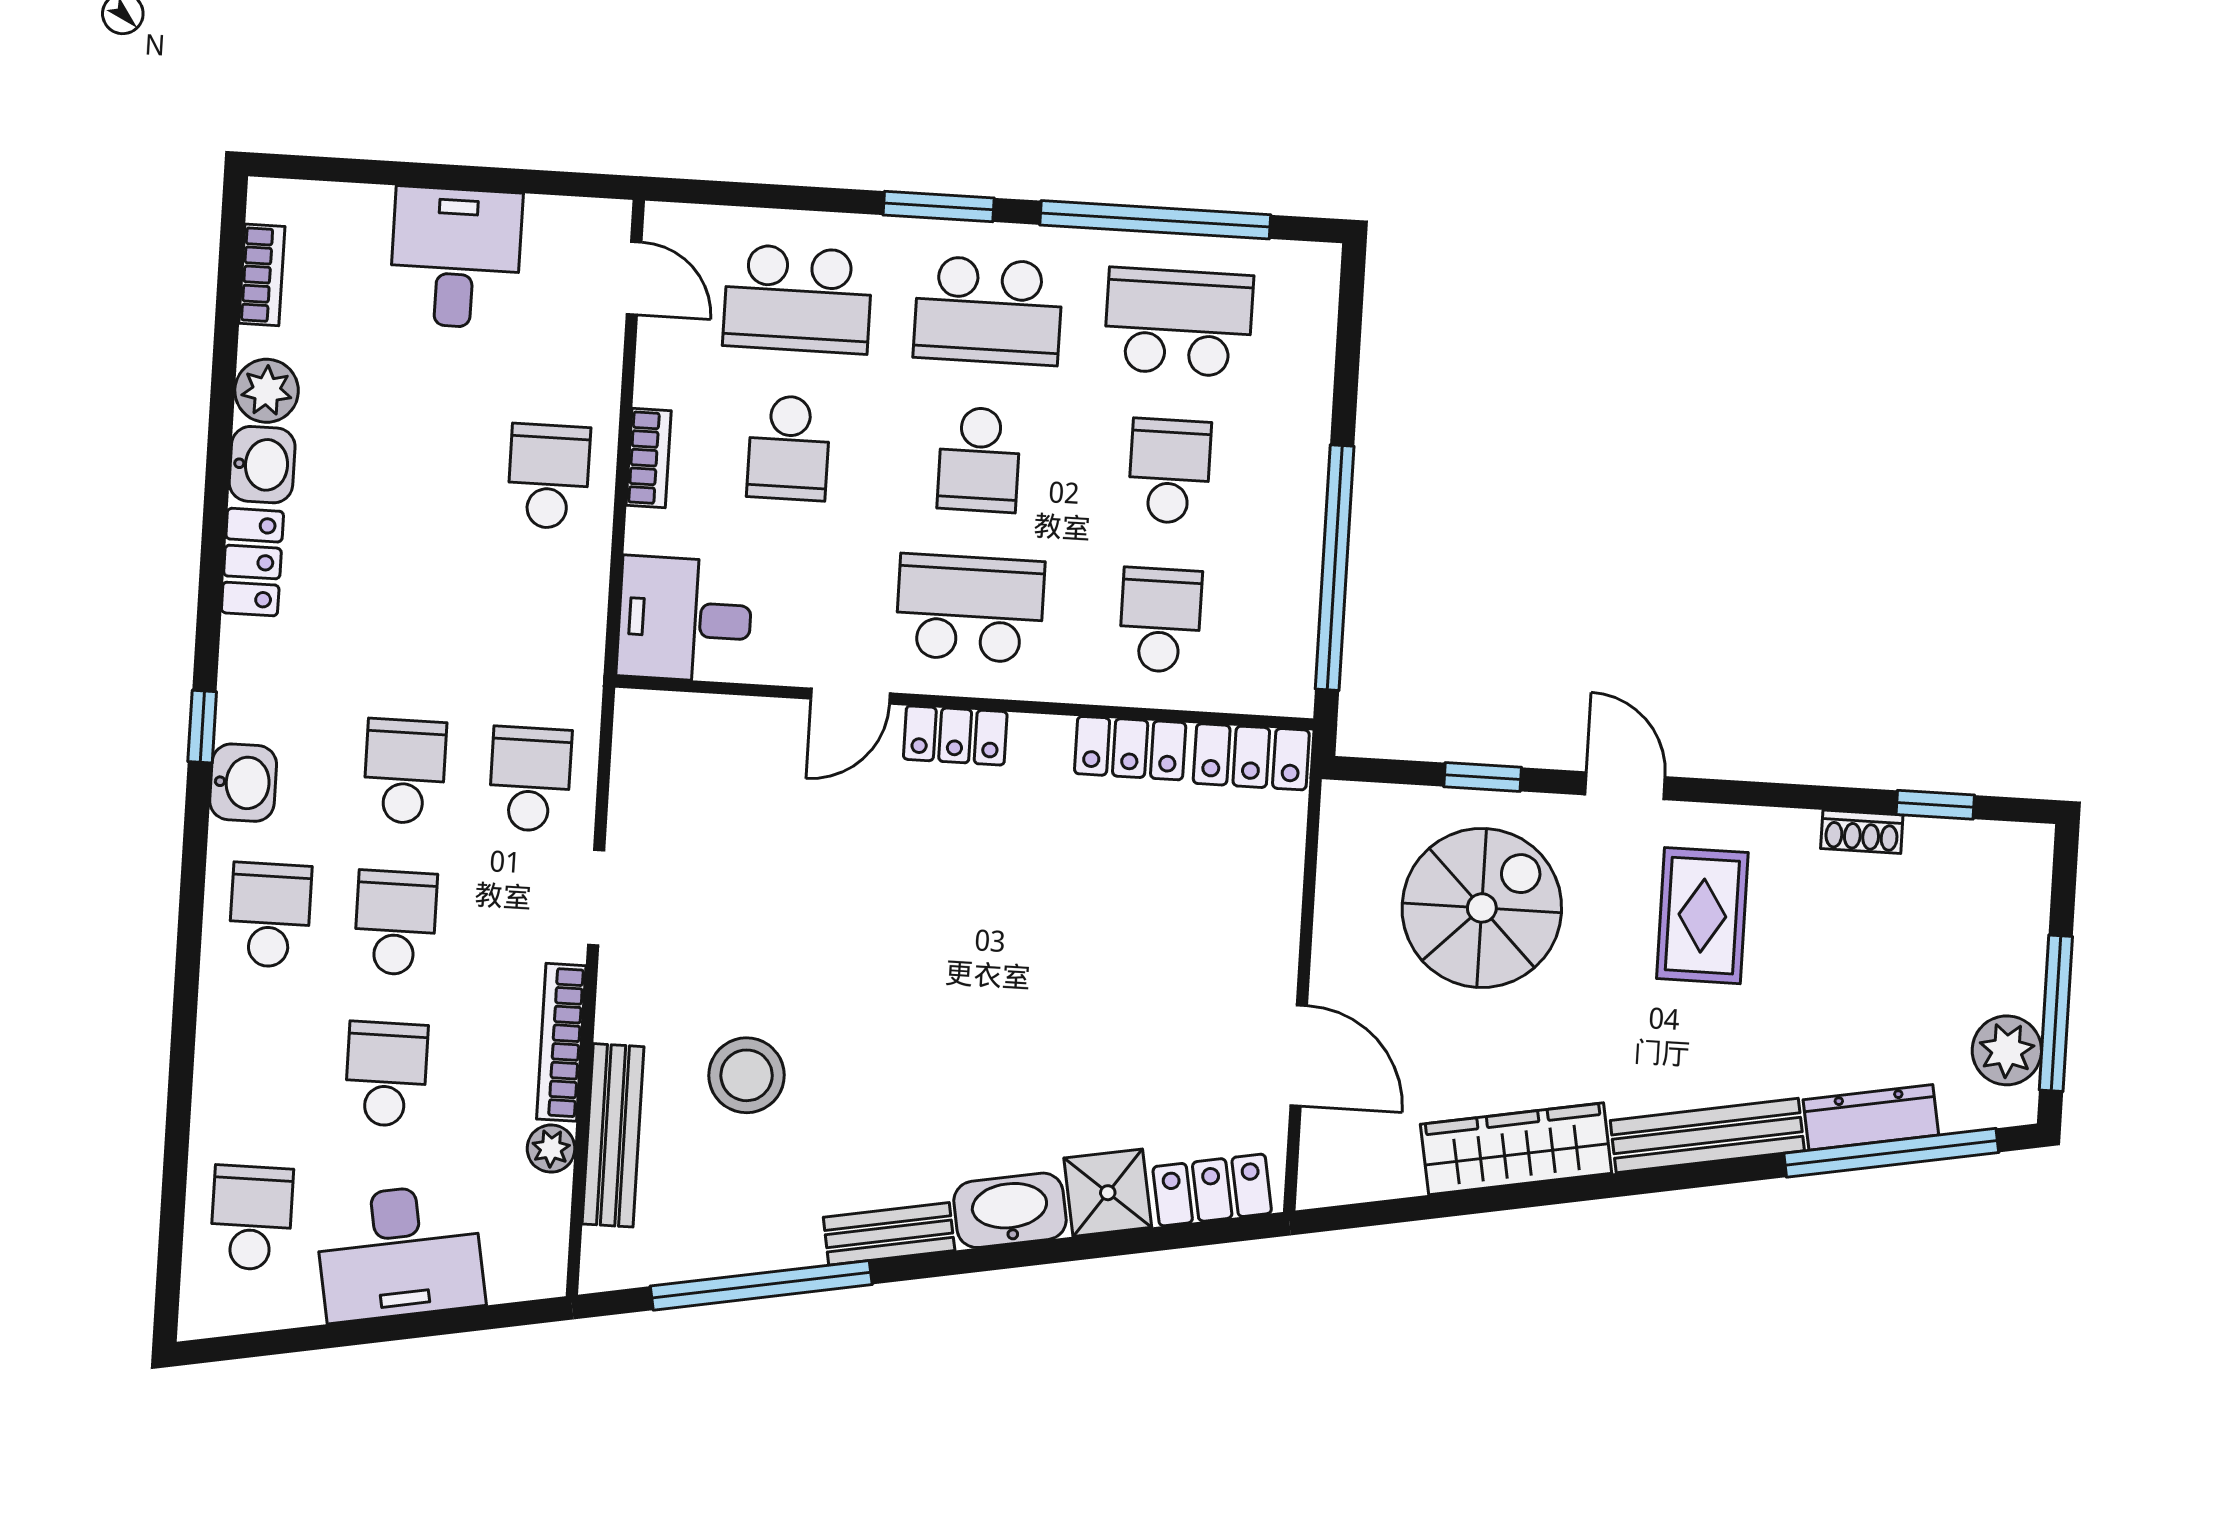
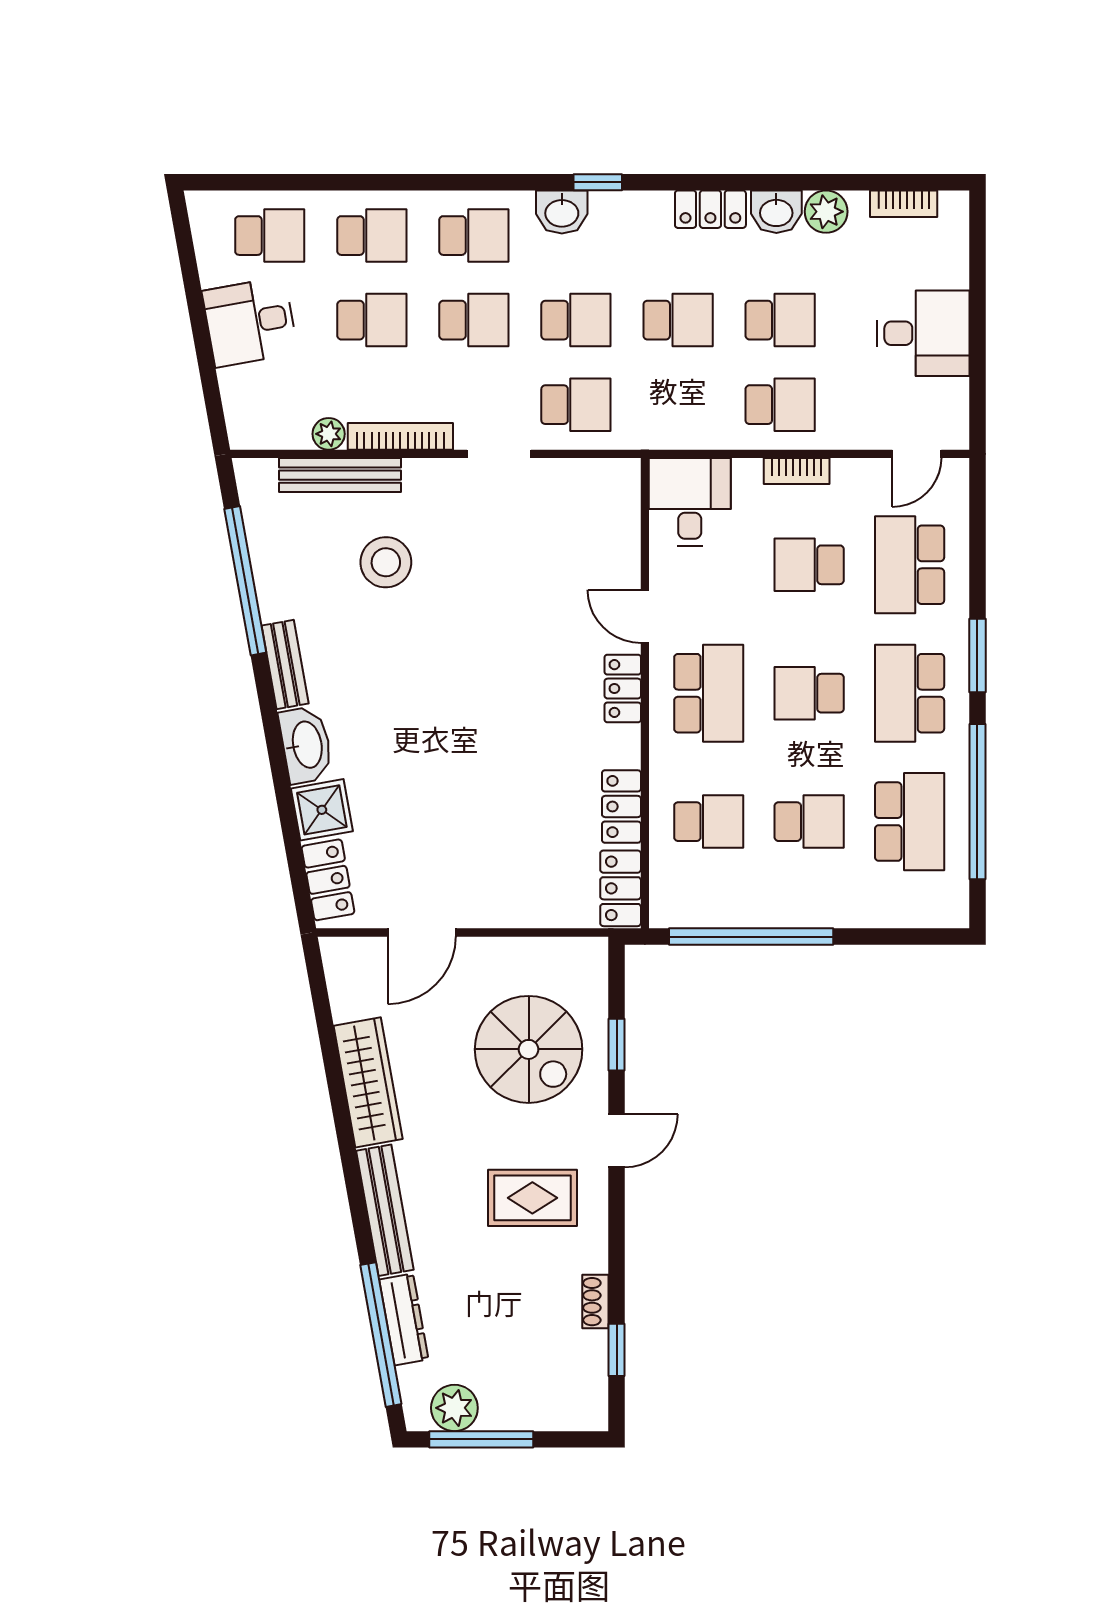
school desk: (423, 469) -> (780, 320), added
school desk: (414, 620) -> (678, 320), added
school desk: (261, 1066) -> (372, 236), added
desk: (400, 1252) -> (250, 322), width x0.73

